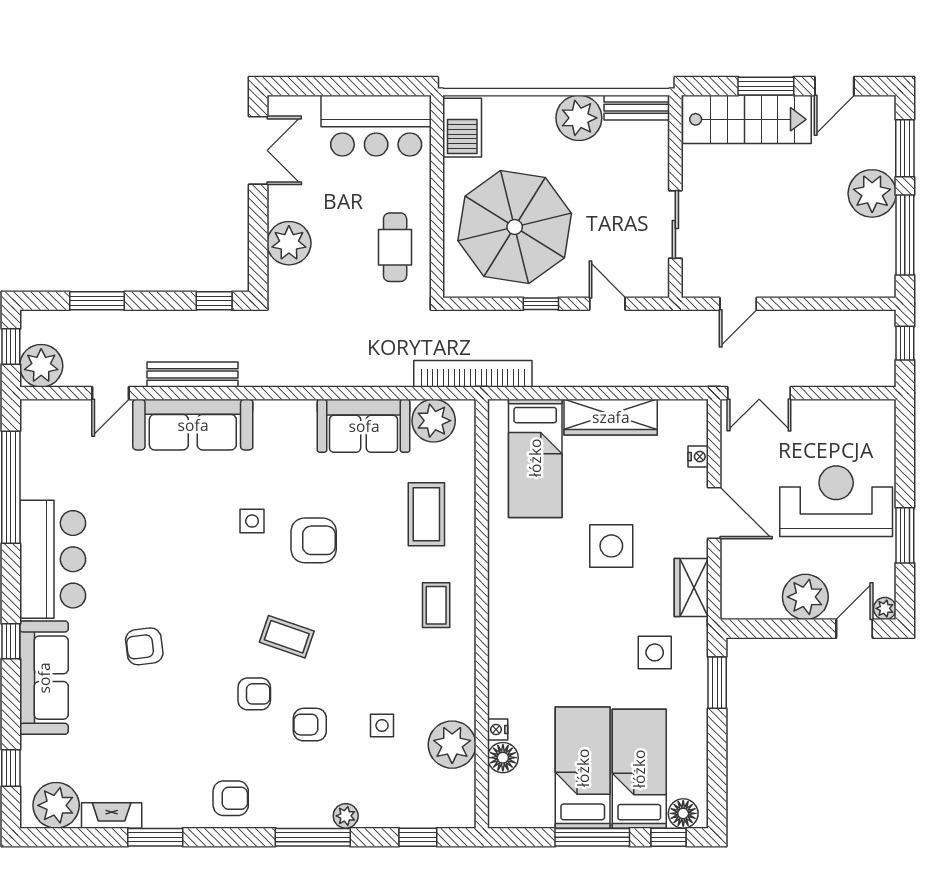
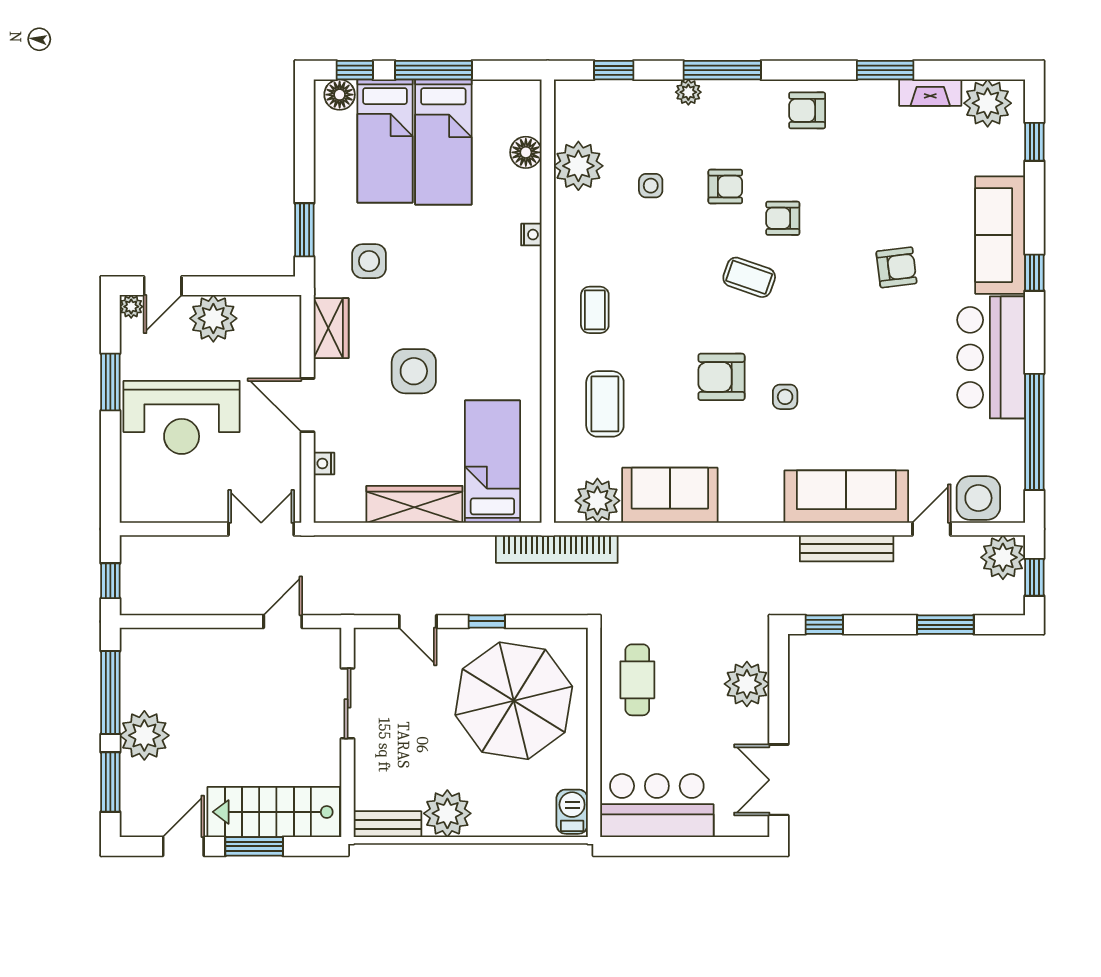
barbecue: (462, 128) -> (572, 812), width x0.73, depth x0.79
side table: (65, 423) -> (978, 498), added
nightstand: (498, 730) -> (531, 235), moved

